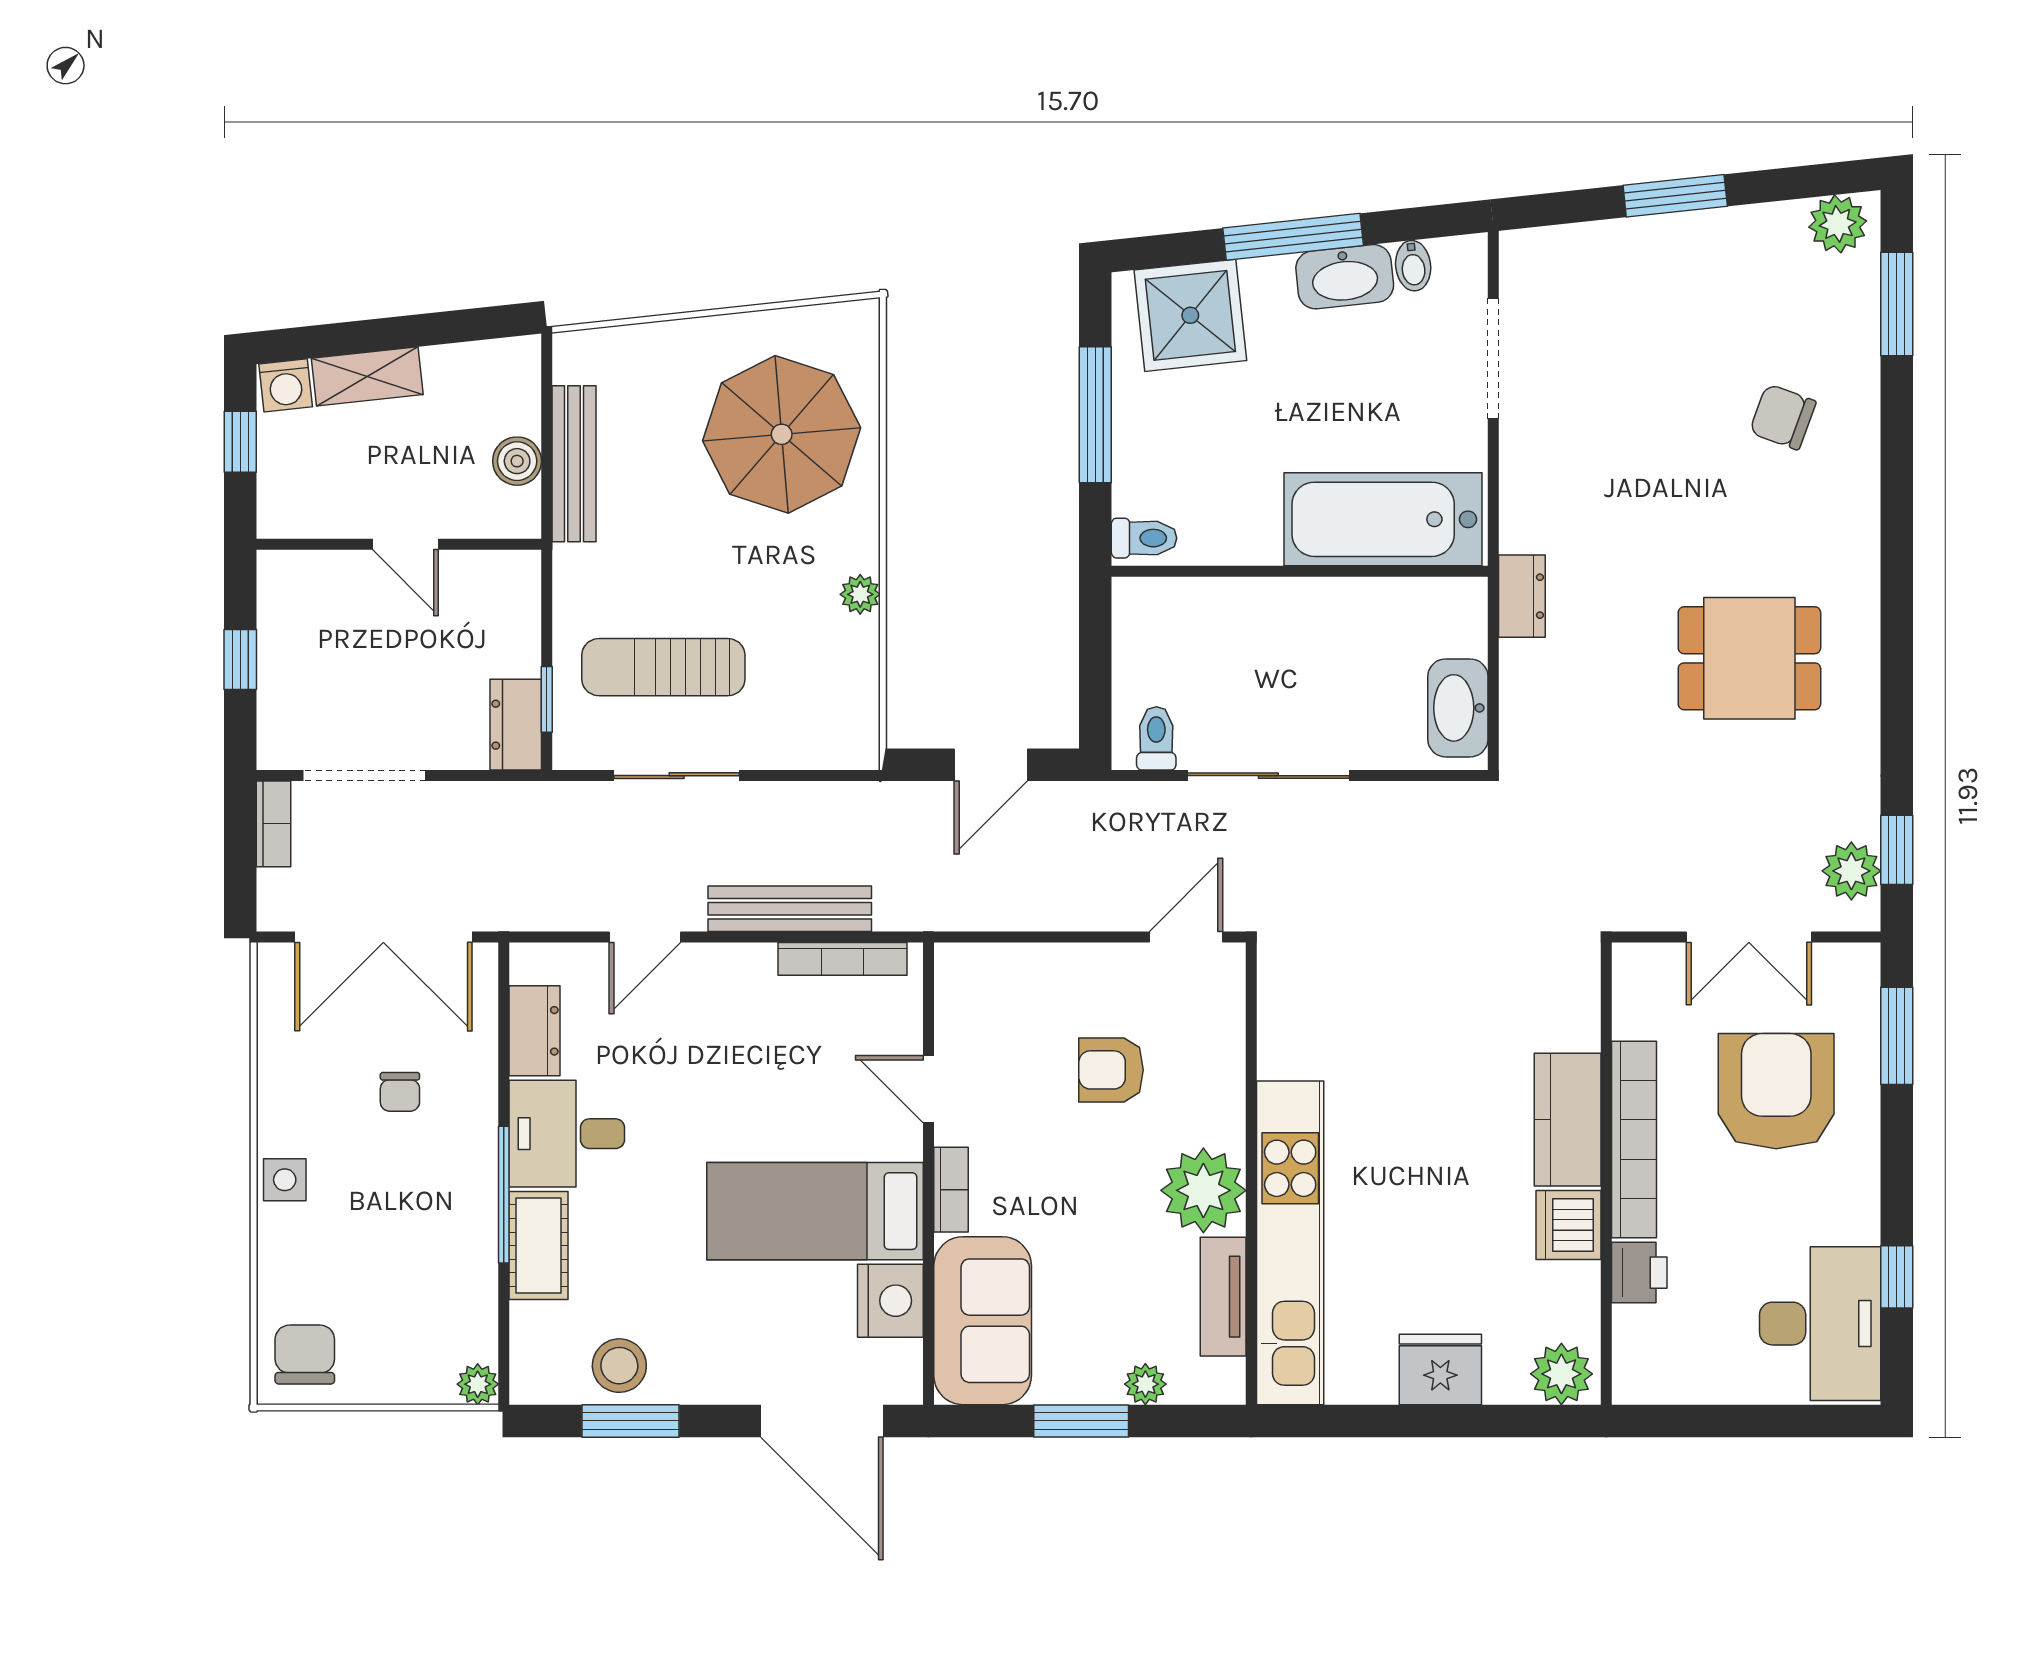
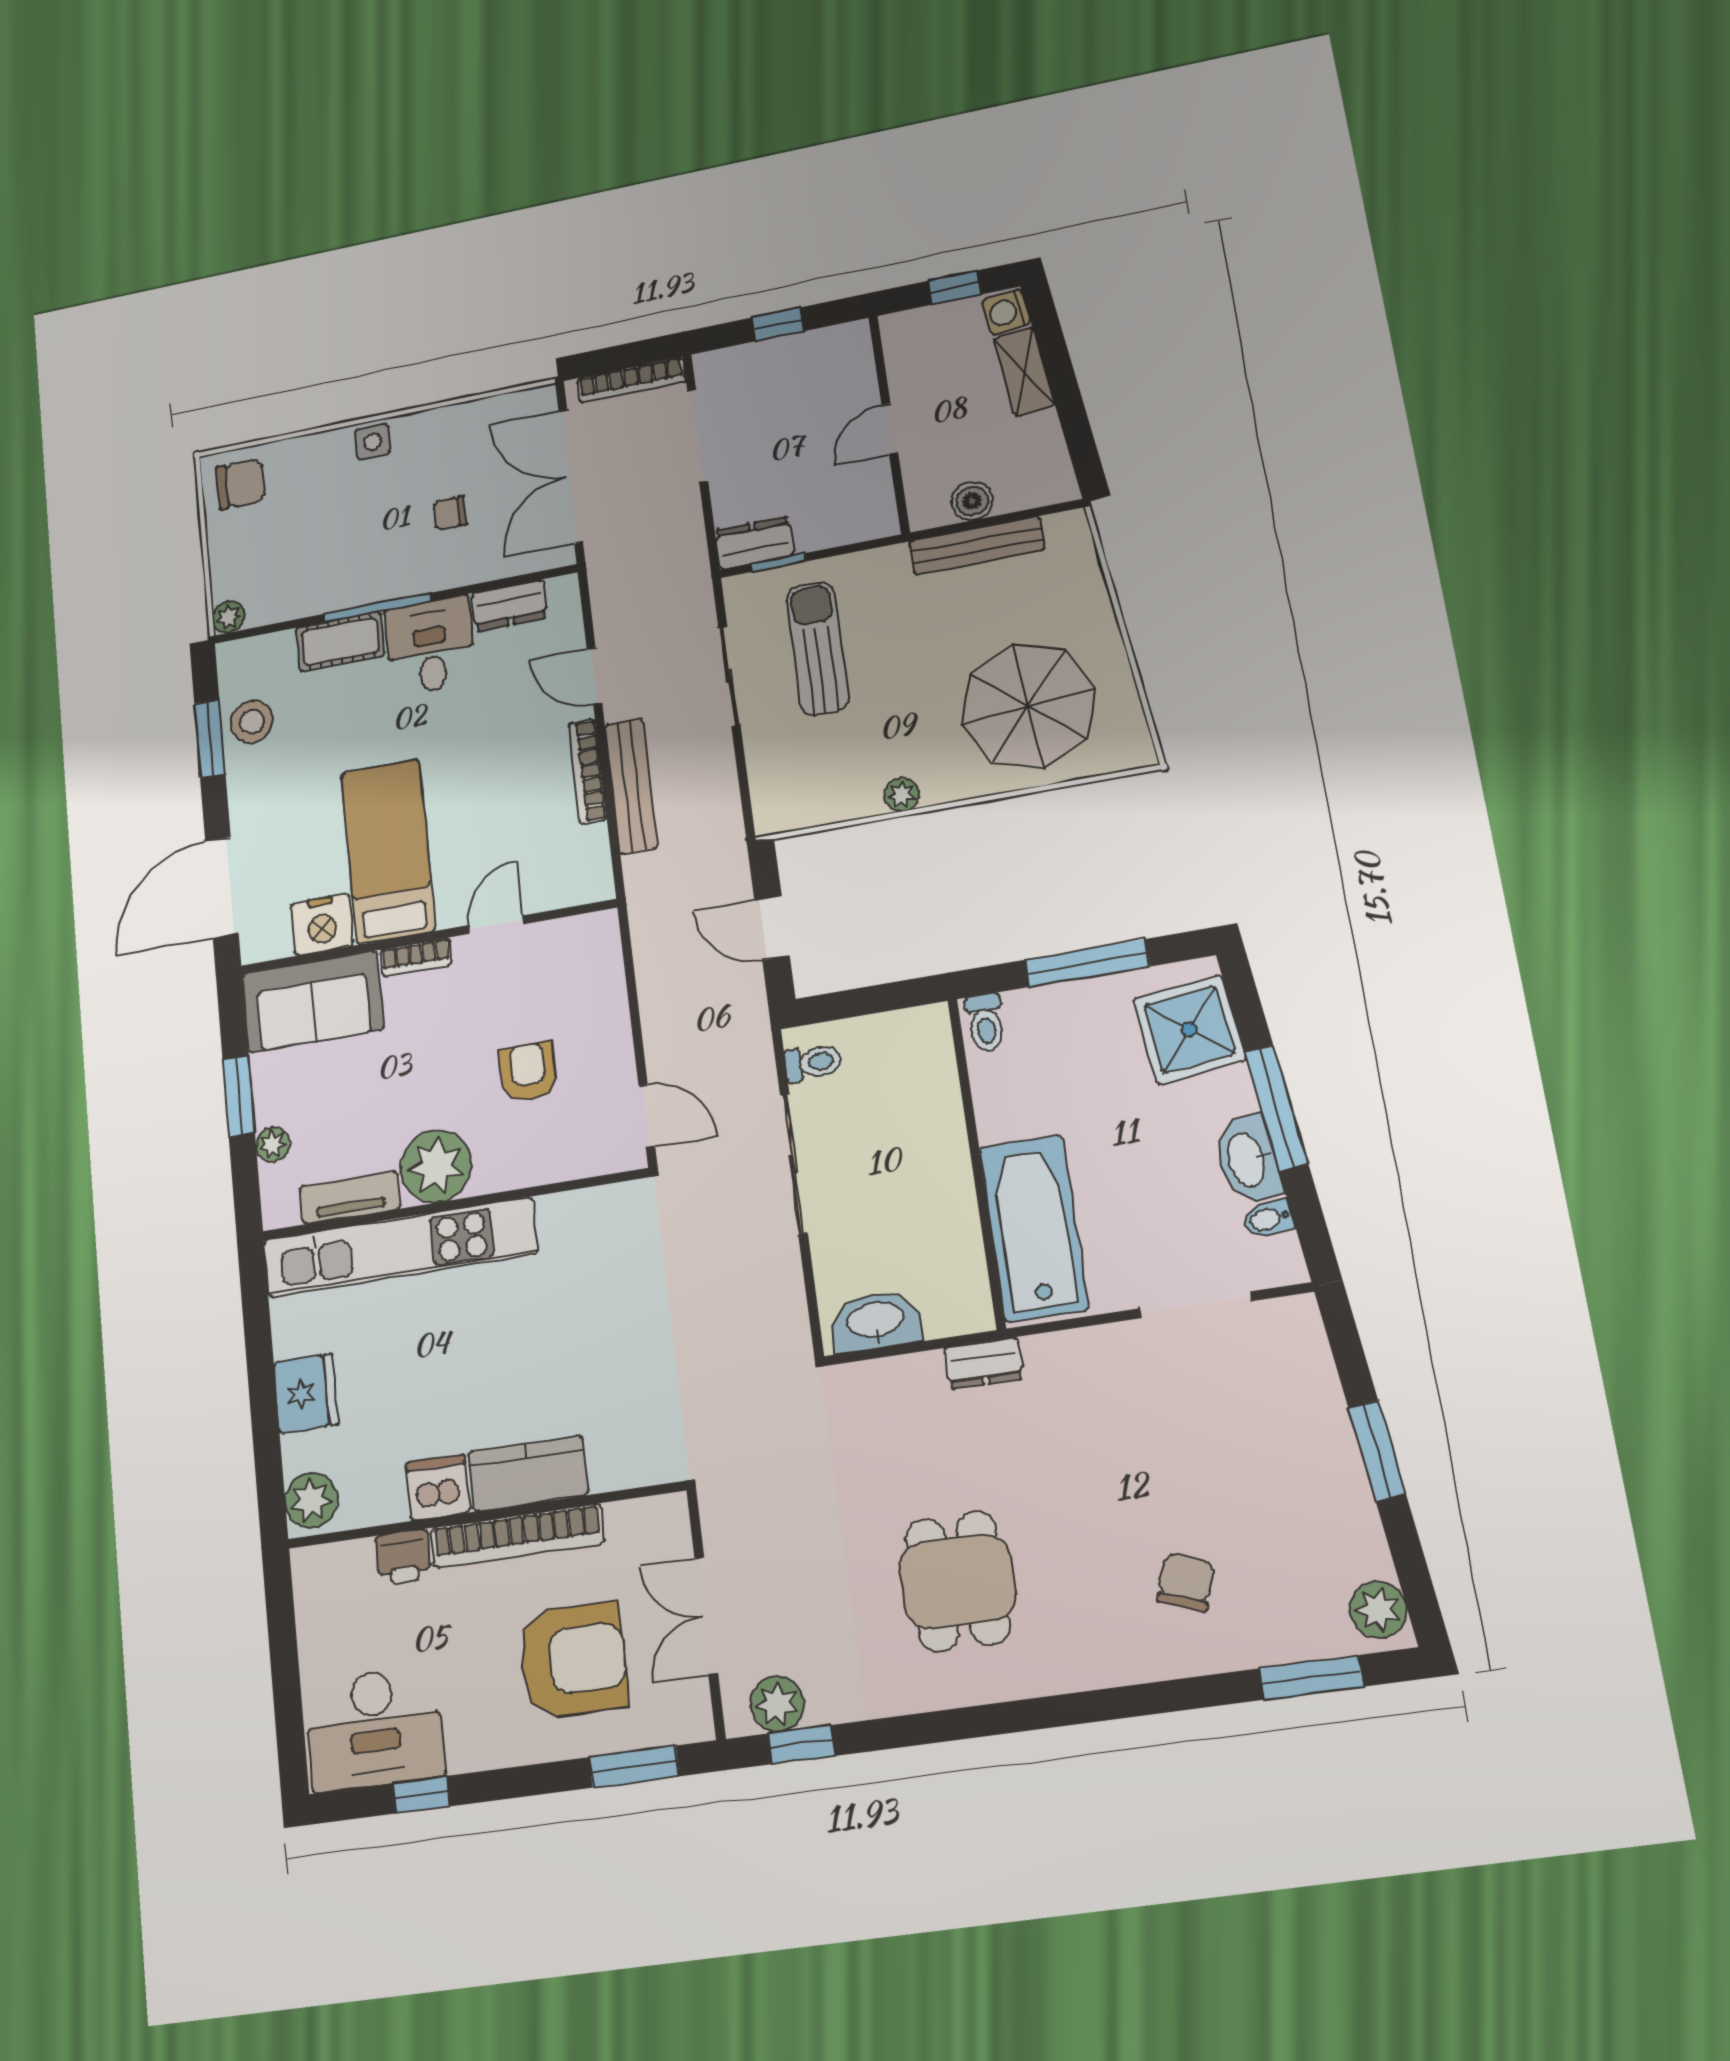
bookcase: (274, 824) -> (631, 380), width x1.56
bookcase: (843, 959) -> (588, 771), moved

